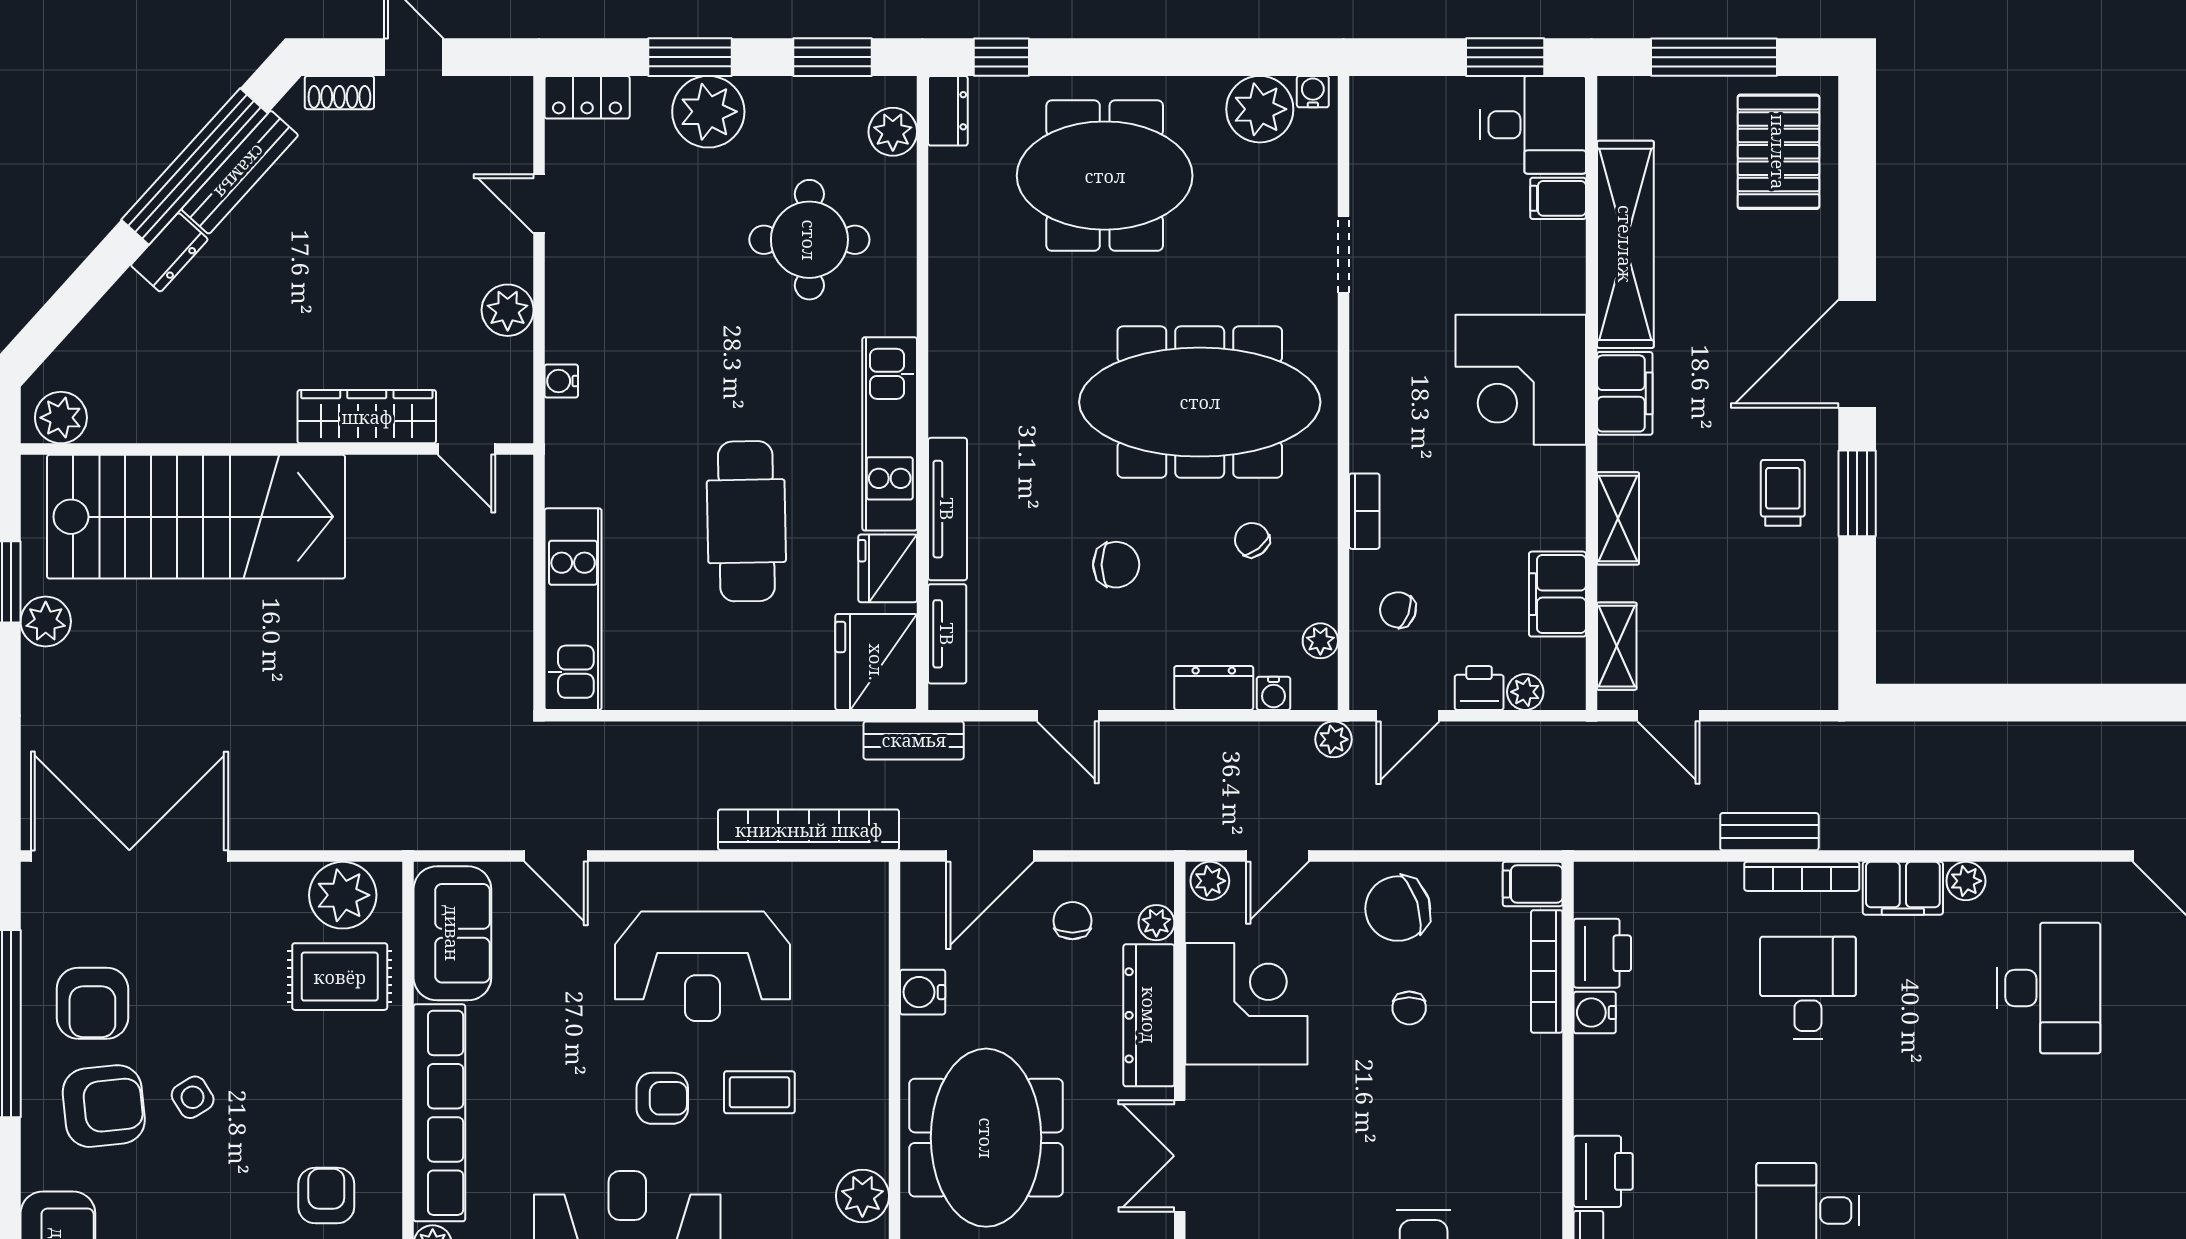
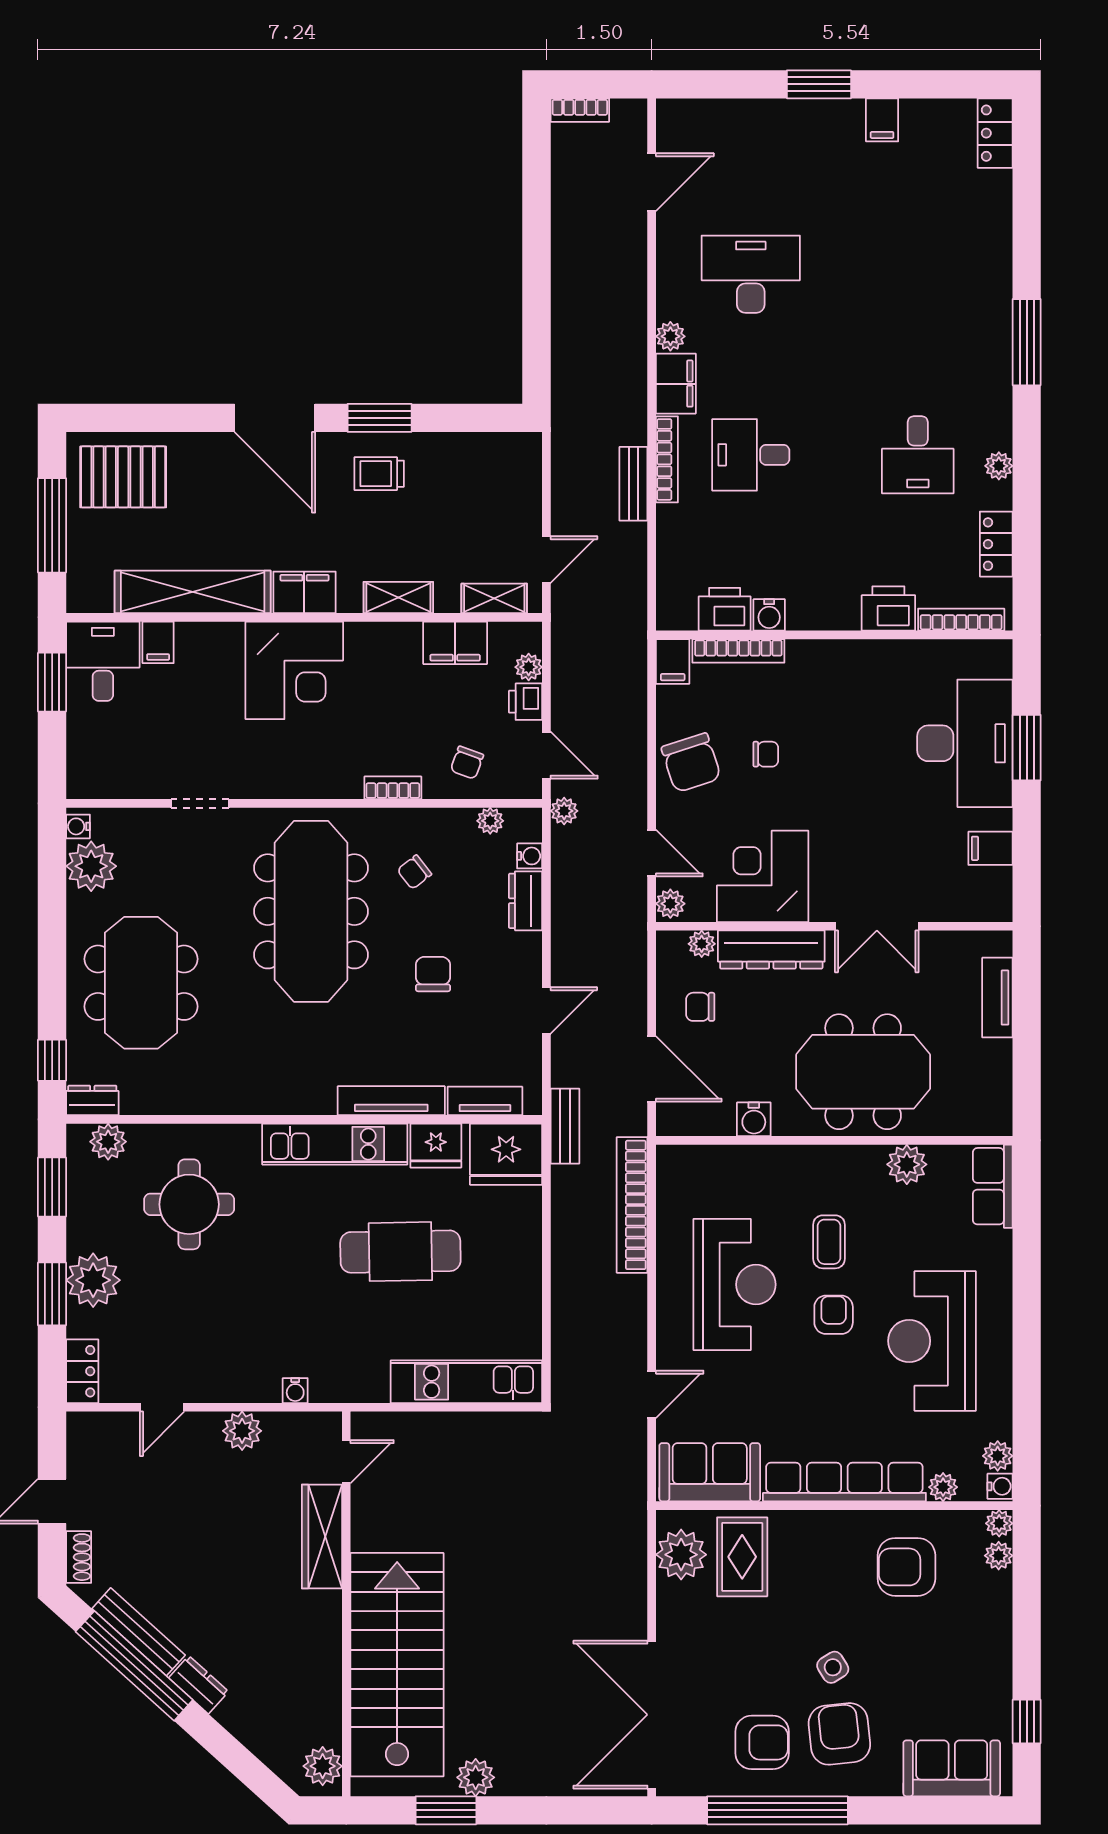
armchair: (326, 1195) -> (906, 1567), width x1.38, depth x1.38

